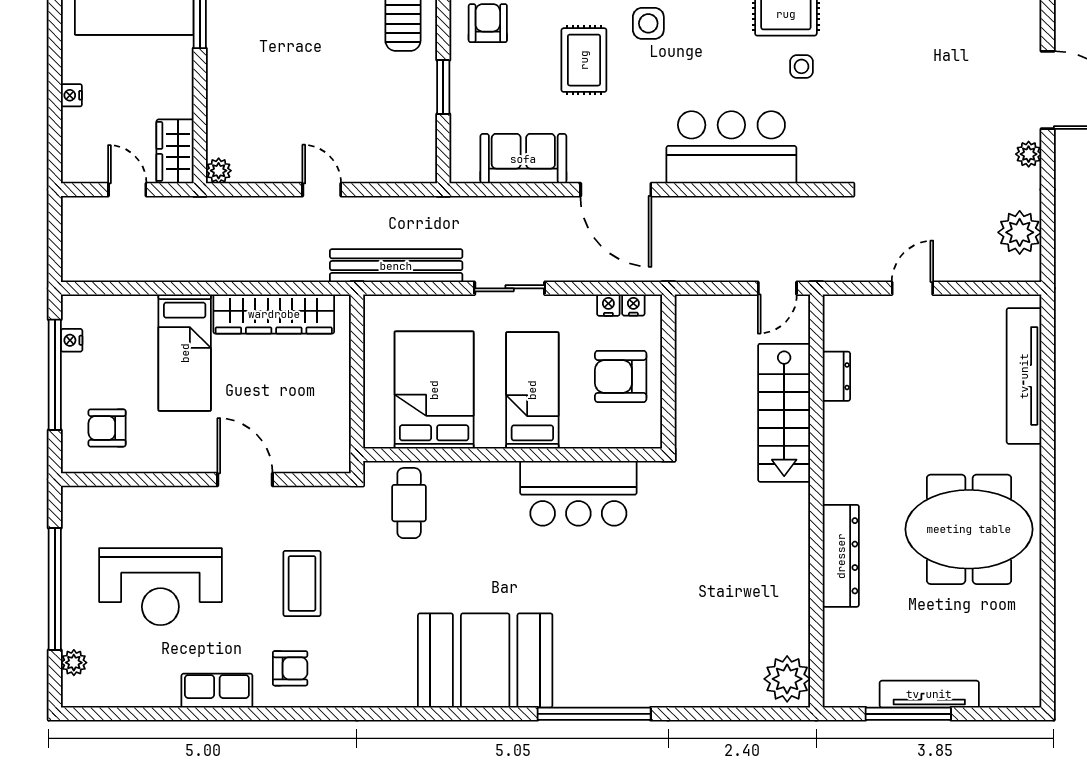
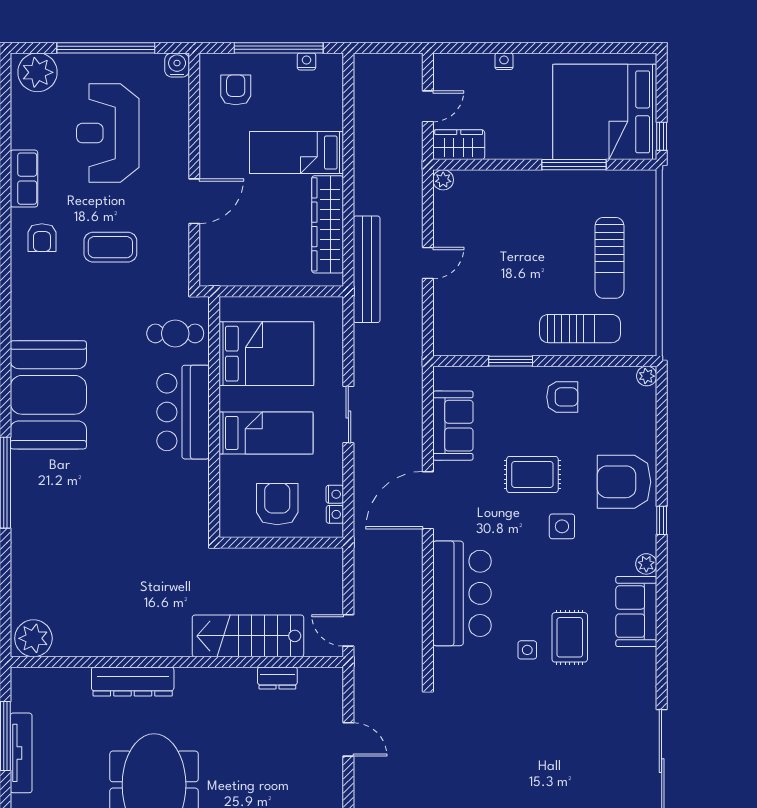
bench: (396, 266) -> (367, 269), moved
bar counter: (578, 493) -> (183, 412), moved
water cooler: (76, 501) -> (177, 65), added
plant: (74, 663) -> (38, 72), width x1.88, depth x1.88

